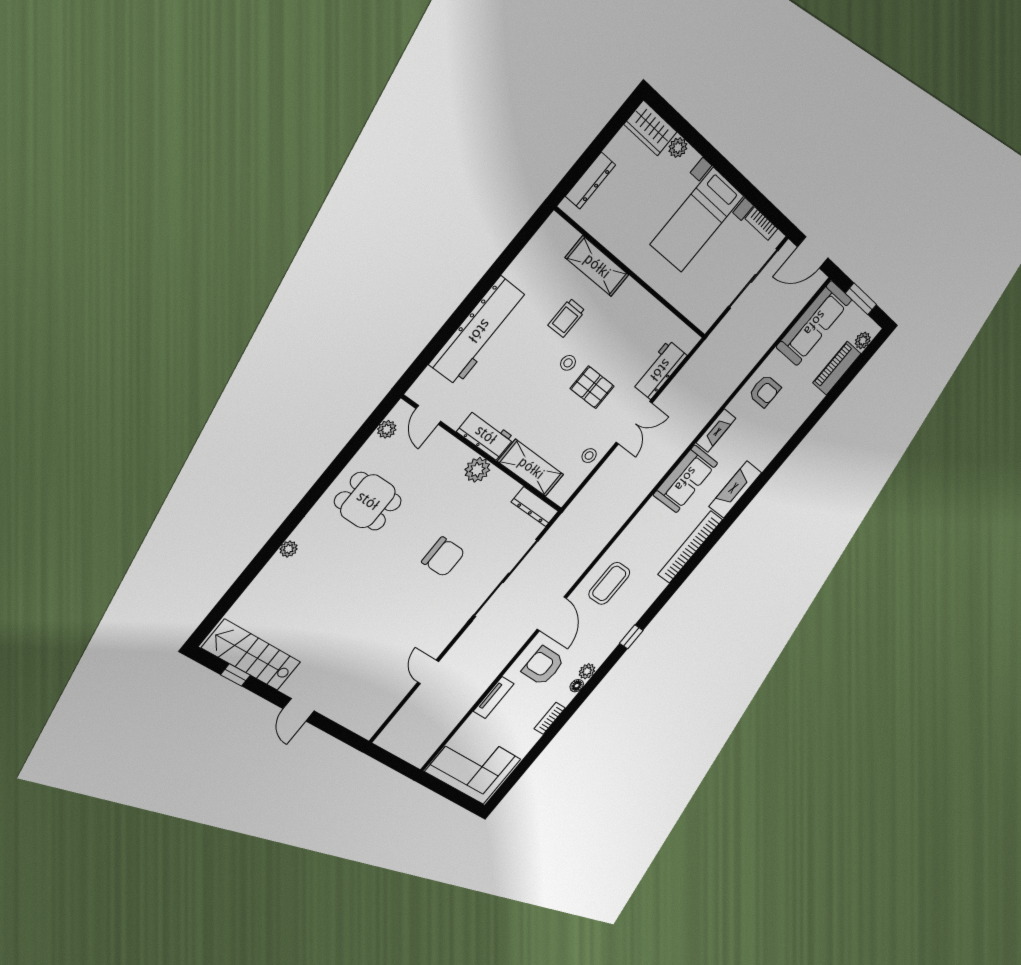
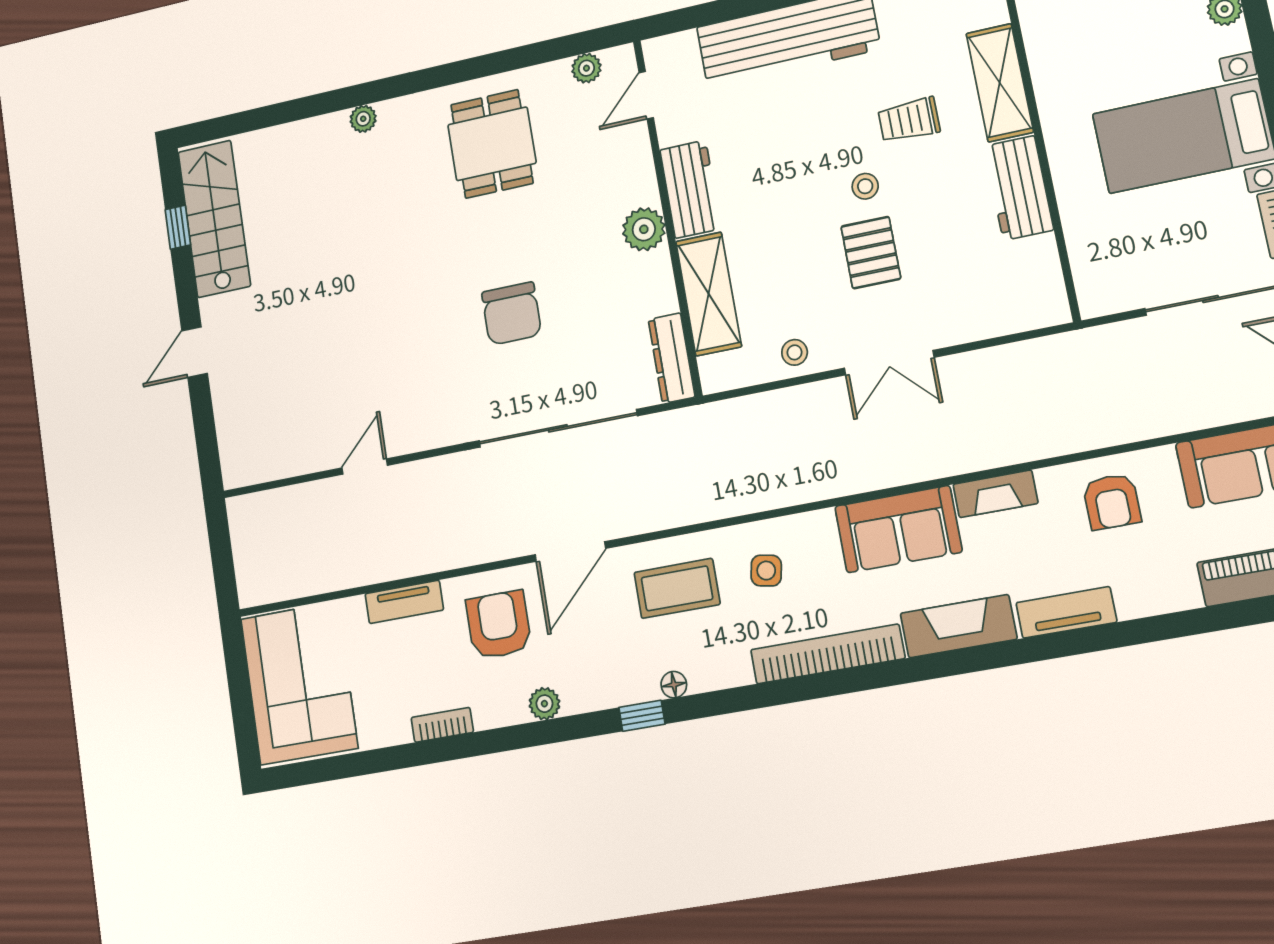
workbench: (660, 370) -> (1019, 188), moved, turned -90
tv unit: (774, 446) -> (1066, 612), added
side table: (642, 543) -> (766, 571), added
floor lamp: (577, 686) -> (674, 685), moved

